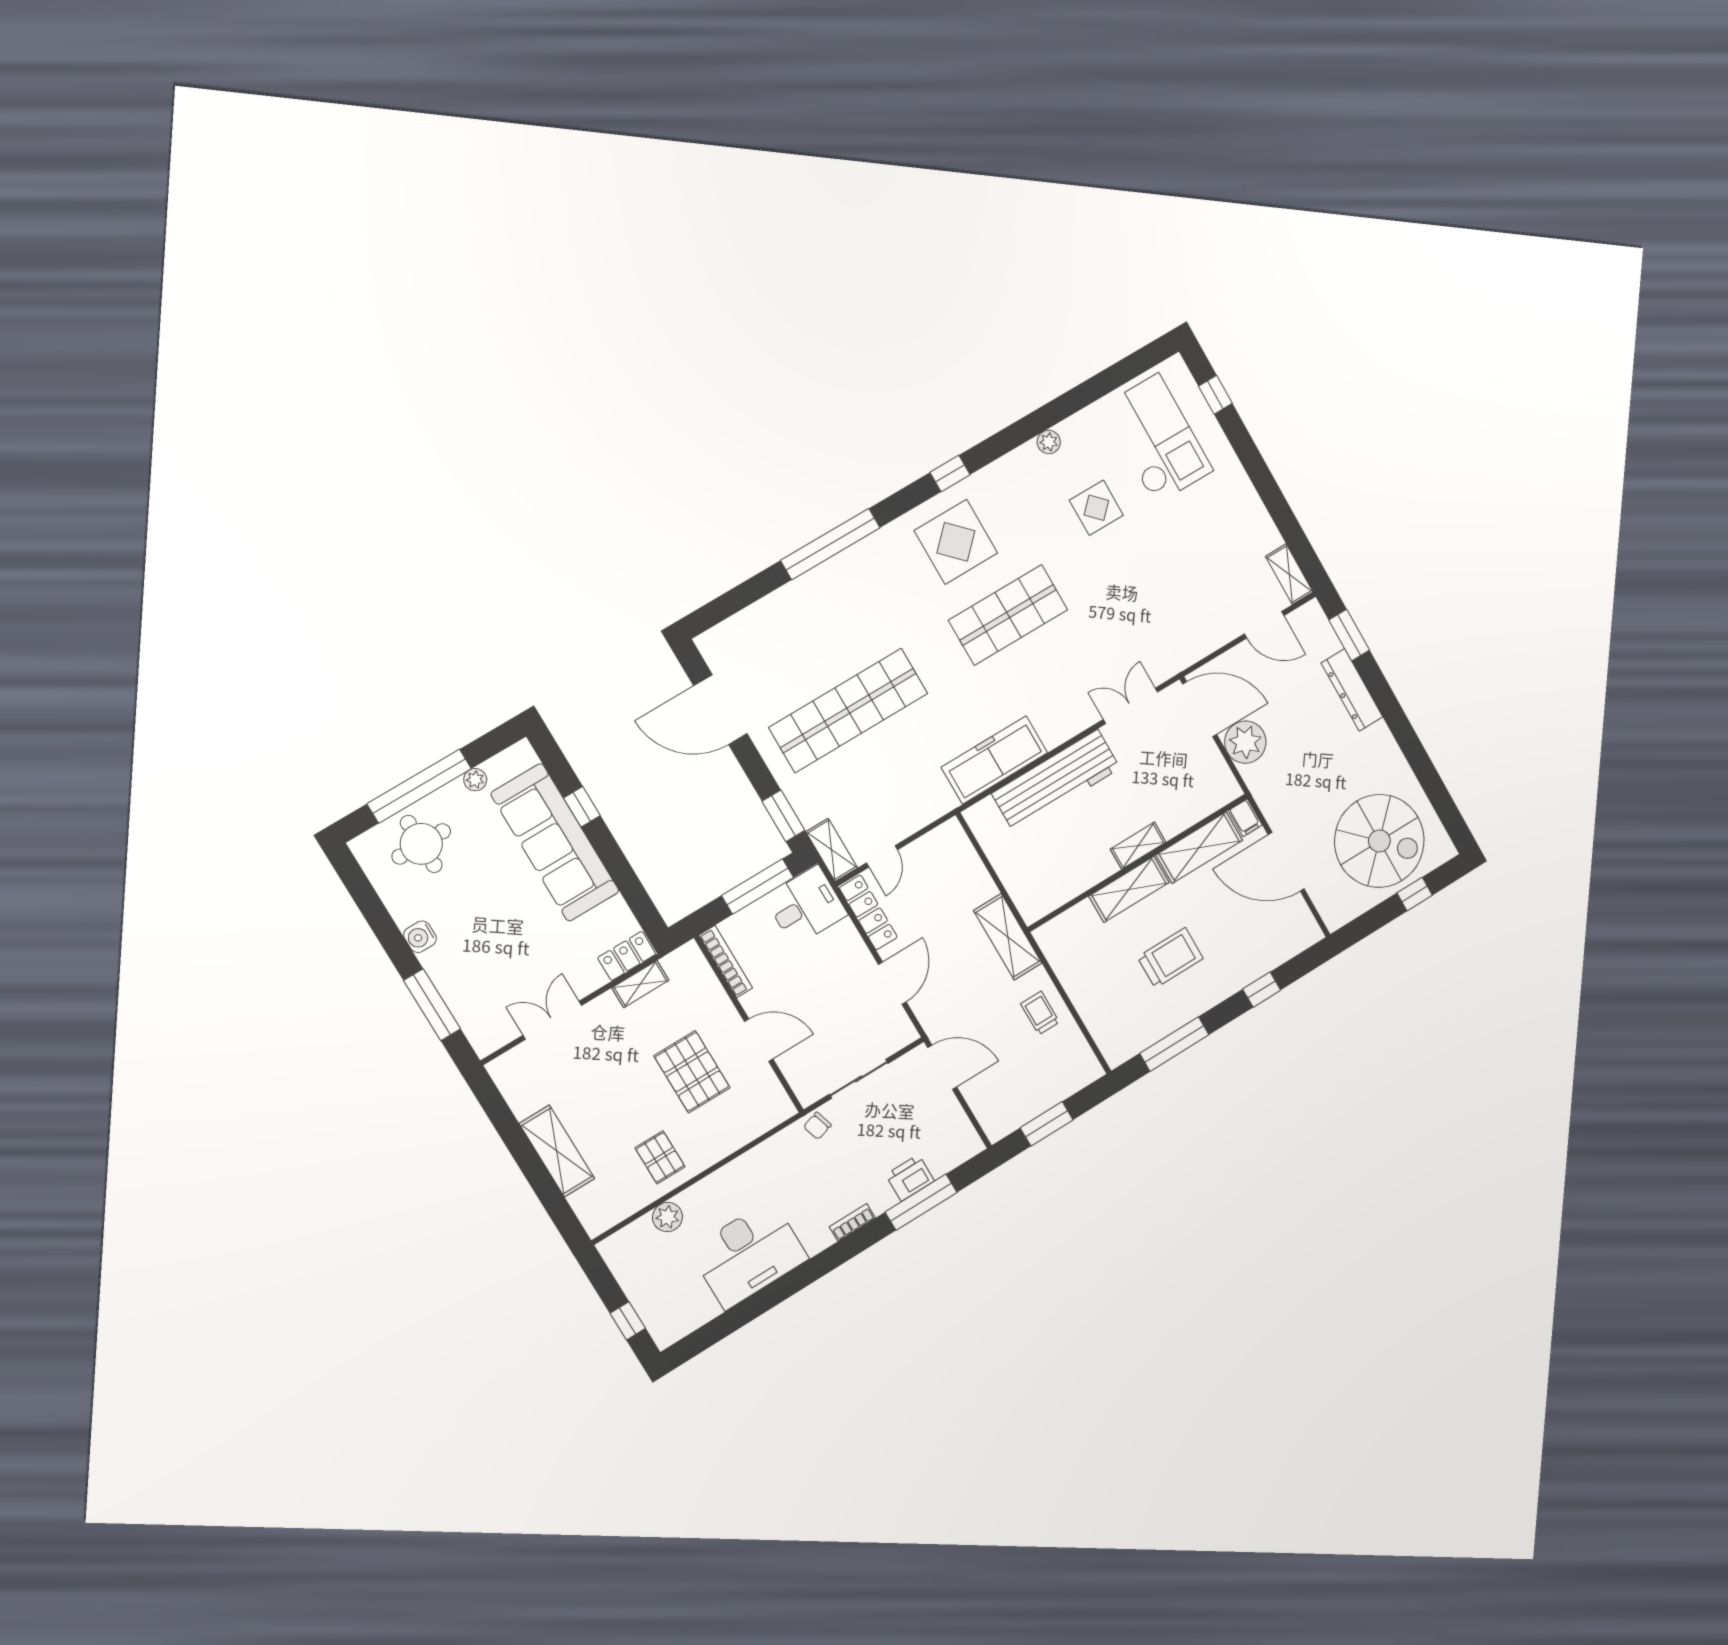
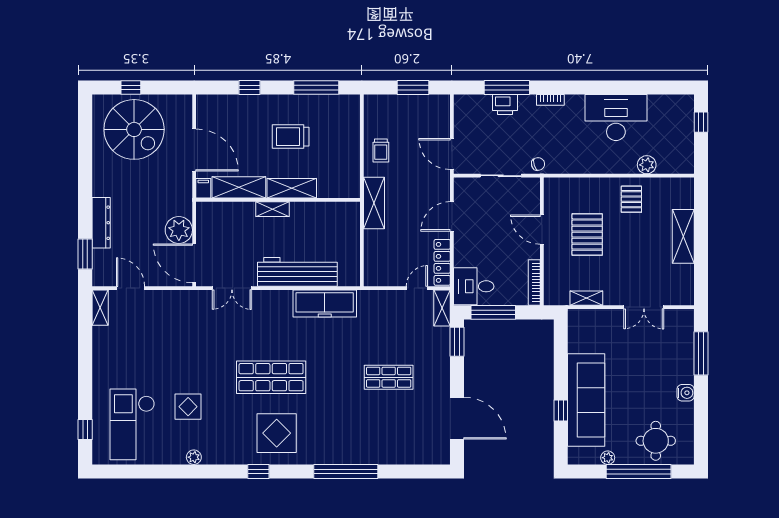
shop shelf: (848, 711) -> (389, 377), width x0.50, depth x0.74
spiral stairs: (1379, 841) -> (134, 129), turned 180
locker: (627, 956) -> (585, 317), removed

